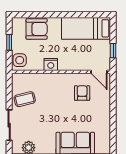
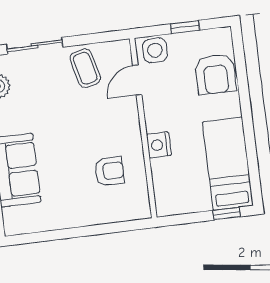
window: (113, 51) -> (227, 214), moved
nightstand: (51, 64) -> (159, 145), moved
door: (99, 72) -> (137, 80), moved

